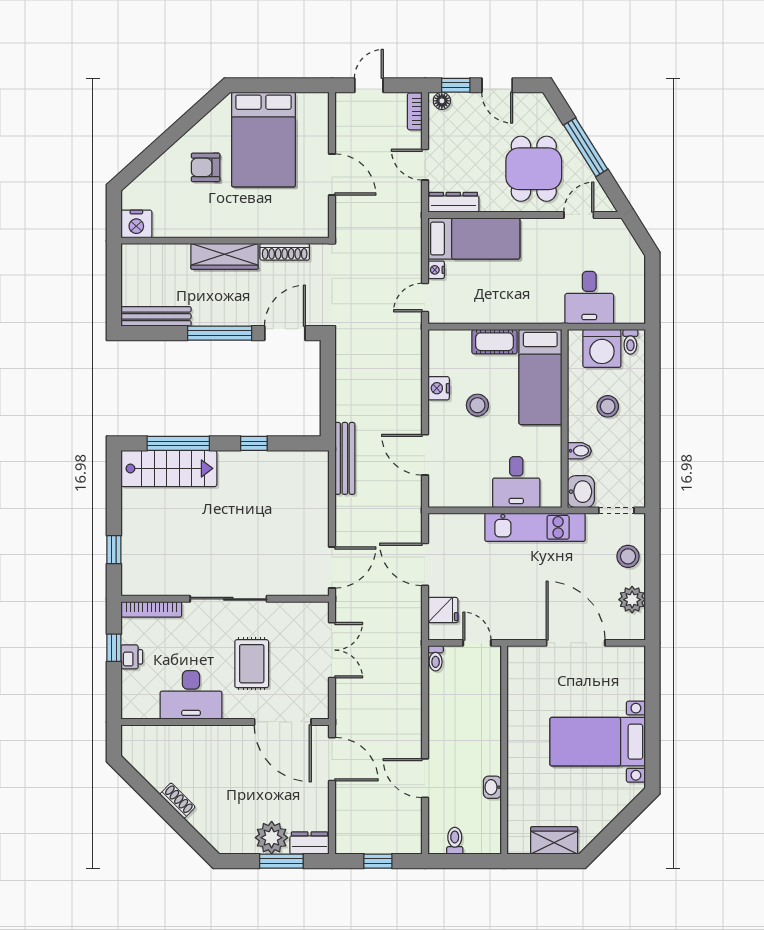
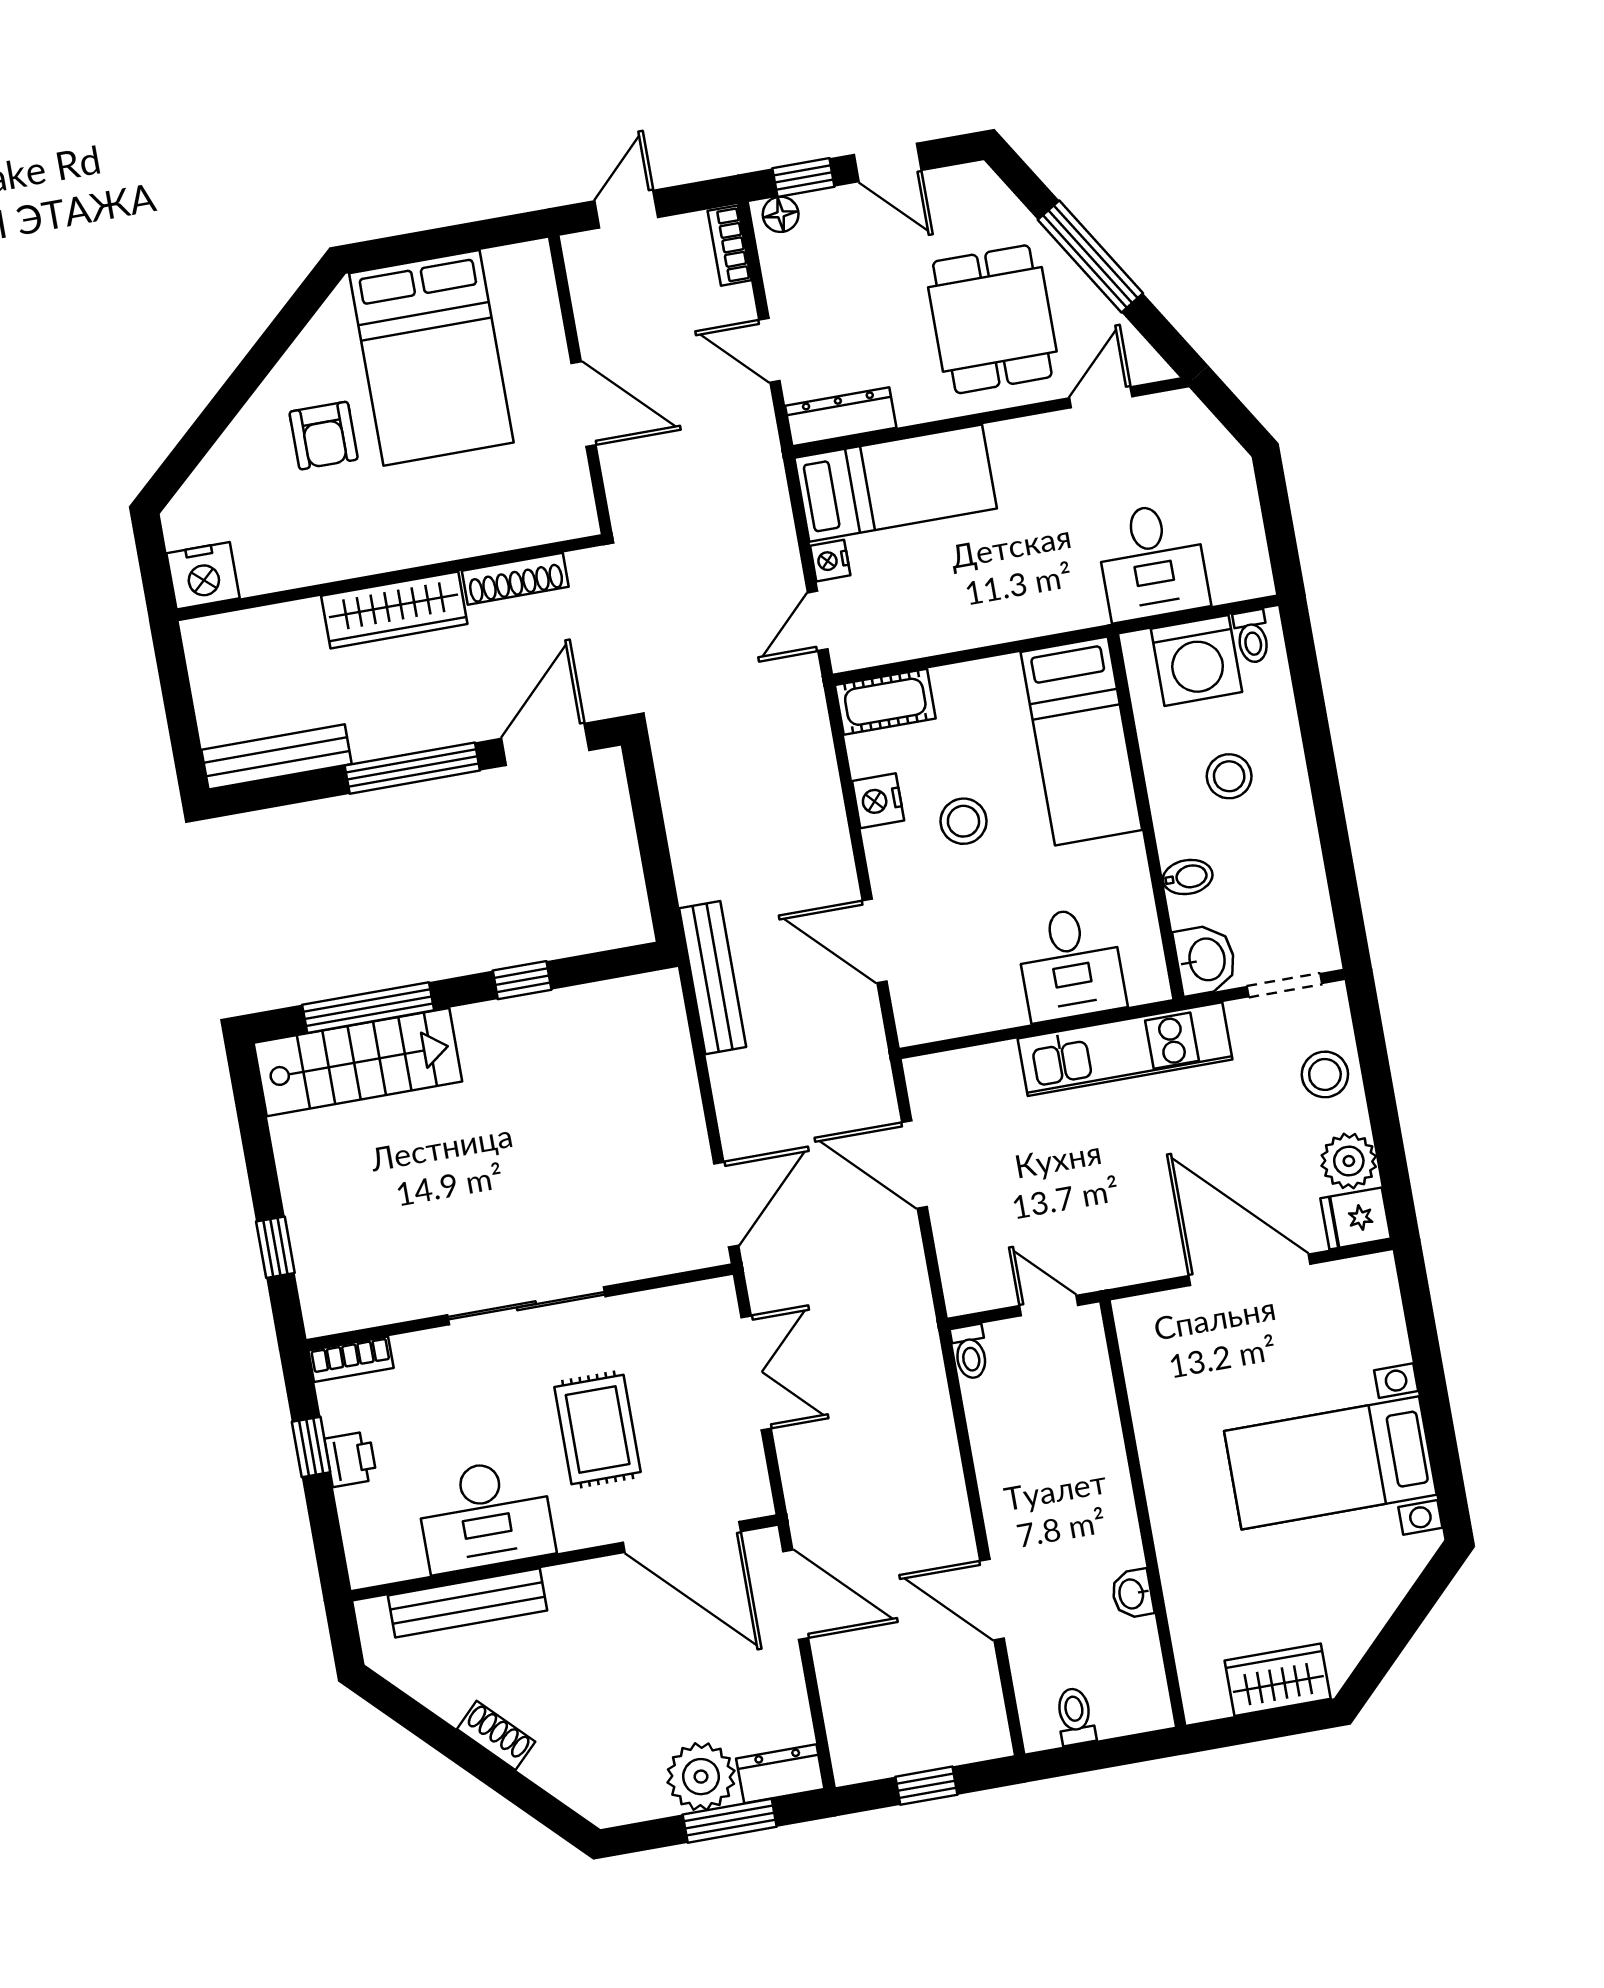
armchair: (206, 167) -> (324, 436), turned -90
cot: (495, 342) -> (885, 702), moved
bookcase: (151, 609) -> (351, 1359), width x0.64
fridge: (443, 610) -> (1356, 1218), moved, turned 180
bench: (175, 735) -> (467, 1603), added

